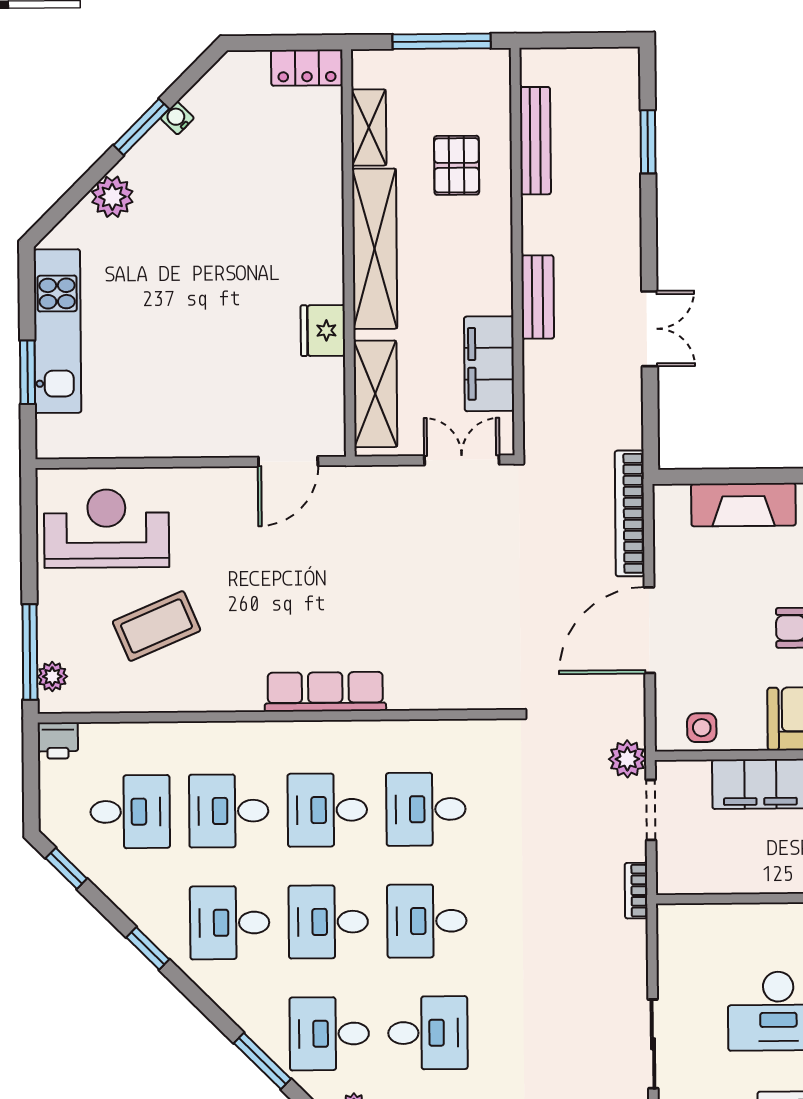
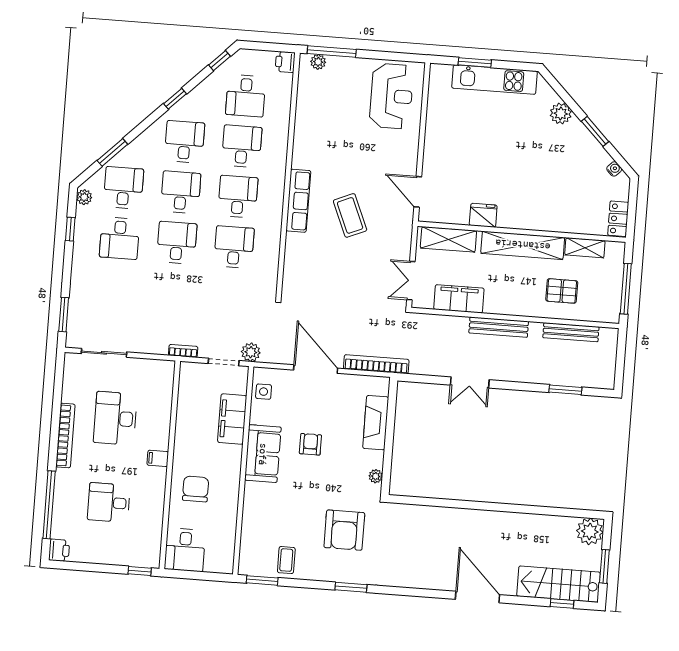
water cooler: (177, 118) -> (614, 169), moved
bench: (538, 297) -> (499, 327), width x1.36
double door: (462, 460) -> (411, 281), swing flipped
coffee table: (157, 626) -> (350, 215), moved

